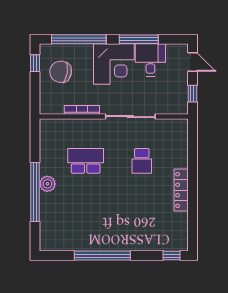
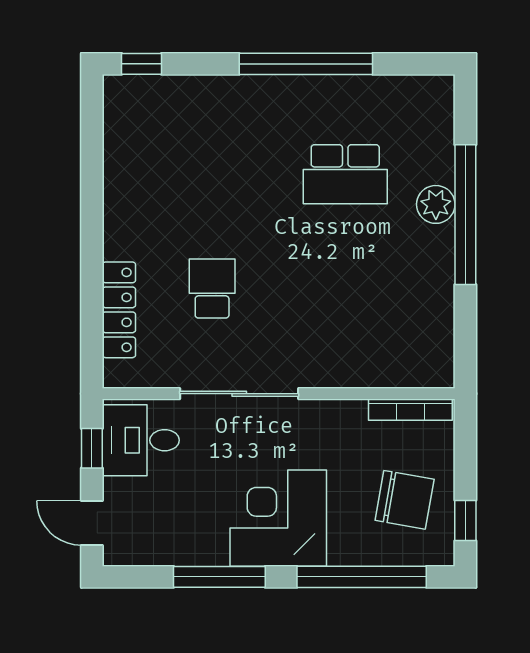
desk: (150, 60) -> (141, 440), moved, turned 90
bookcase: (82, 110) -> (410, 410), moved
school desk: (86, 161) -> (345, 174), moved
plant: (47, 184) -> (436, 204), moved
locker: (181, 190) -> (119, 310), moved

